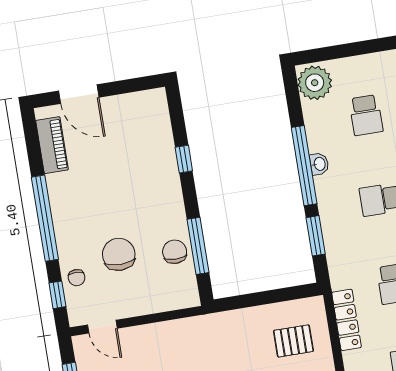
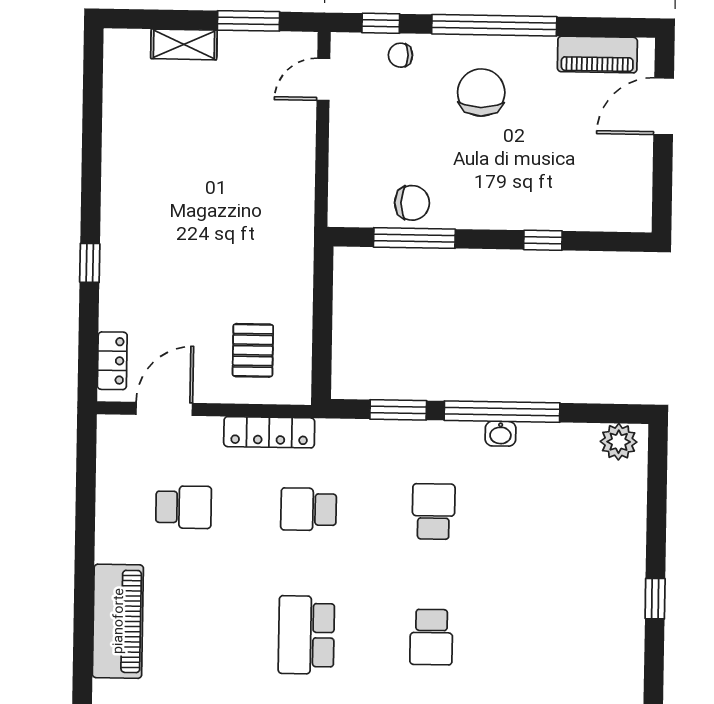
plant: (315, 83) -> (619, 442), width x0.73, depth x0.73
school desk: (366, 115) -> (558, 514), removed
chair: (119, 254) -> (481, 93), moved, turned -90

